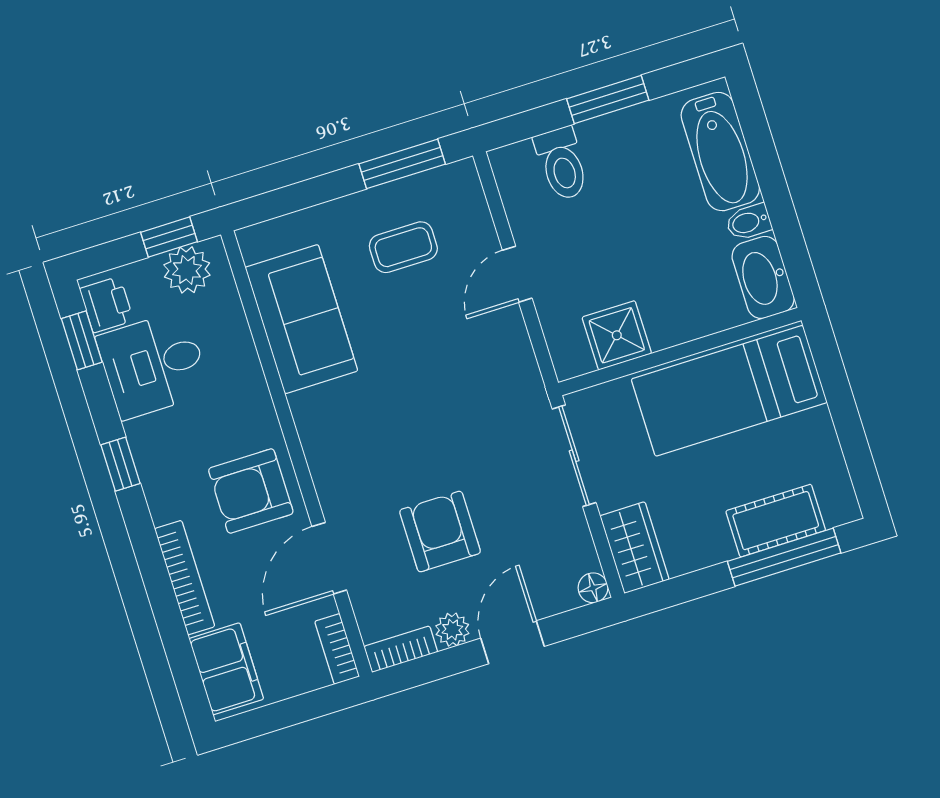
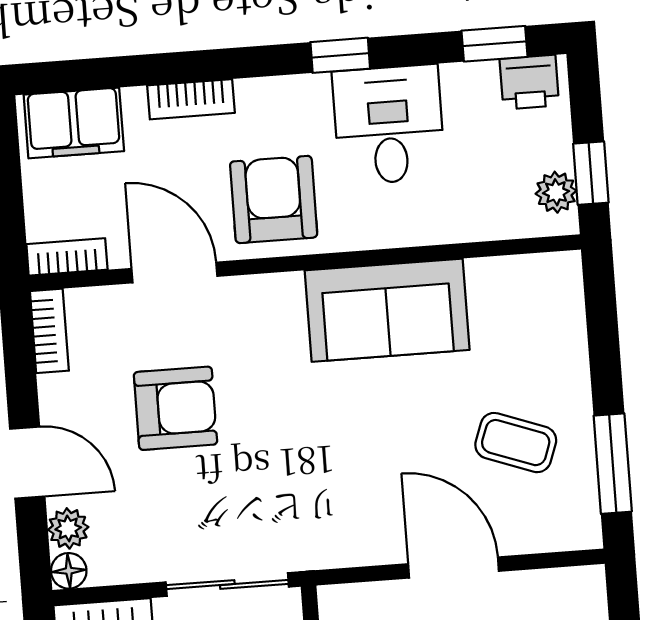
coffee table: (403, 247) -> (516, 443), turned -70
plant: (187, 270) -> (556, 192), width x0.73, depth x0.73
door: (517, 274) -> (454, 567), width x1.38
sofa: (301, 319) -> (387, 310), moved
desk: (153, 365) -> (389, 125), moved
bookcase: (185, 578) -> (191, 99), width x0.64
plant: (452, 630) -> (68, 528), moved

